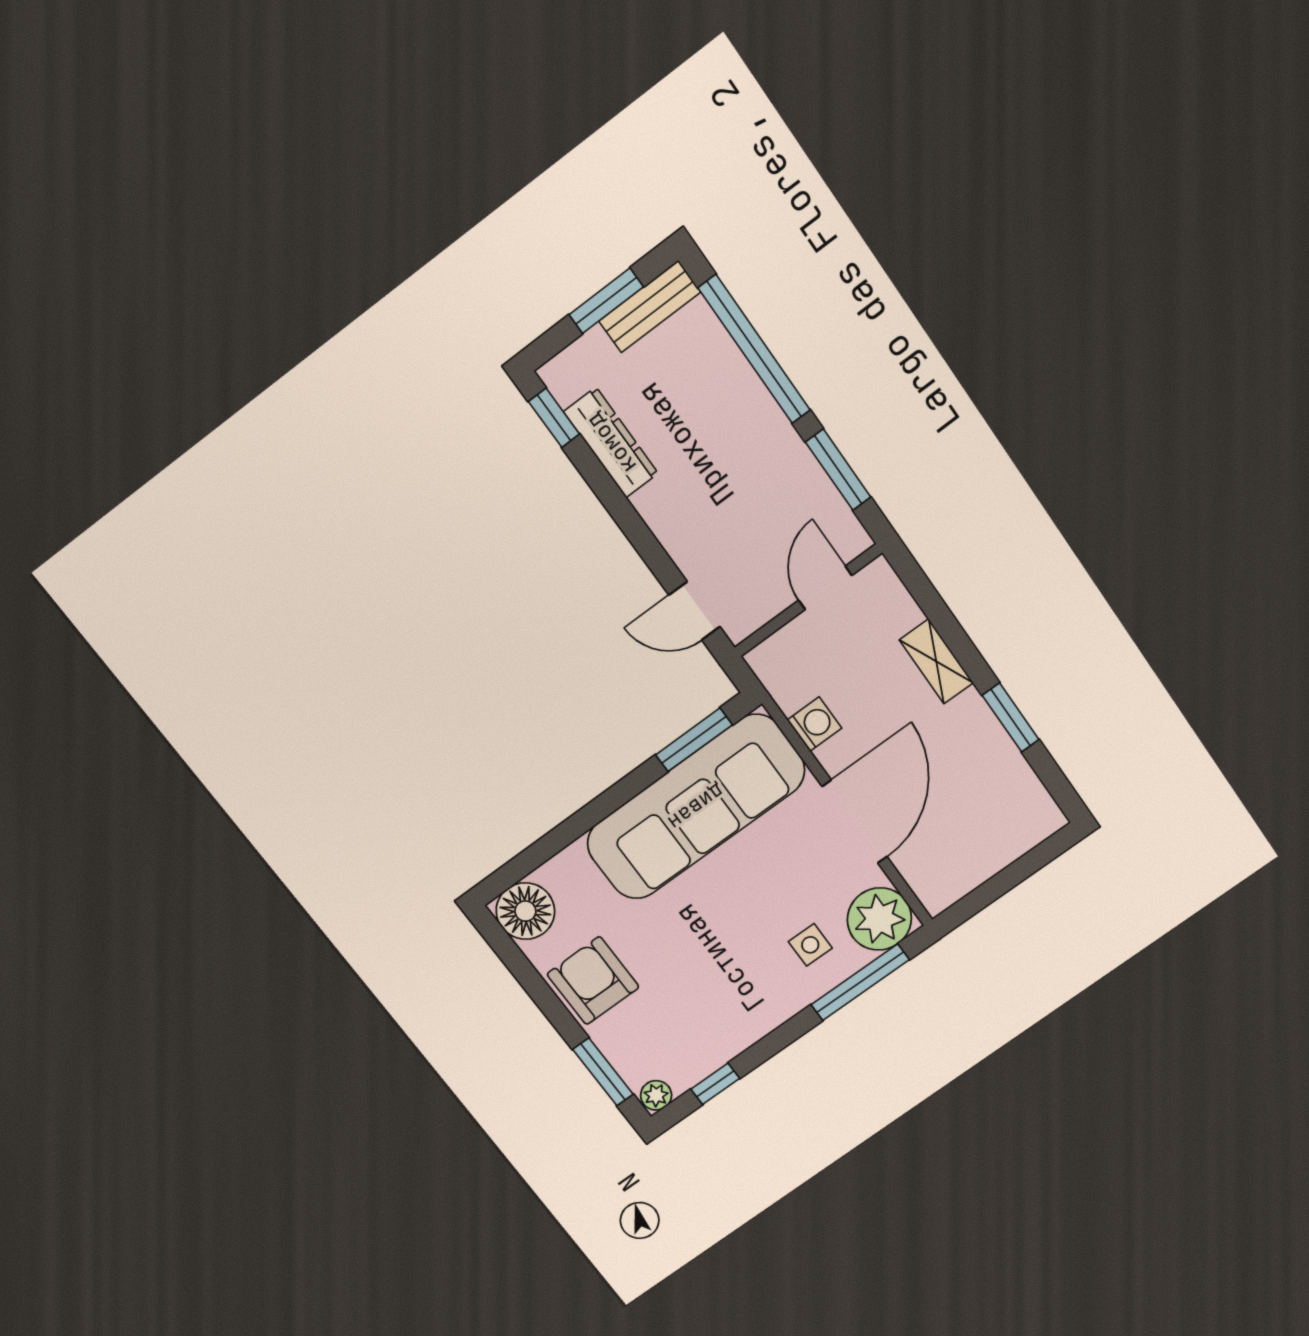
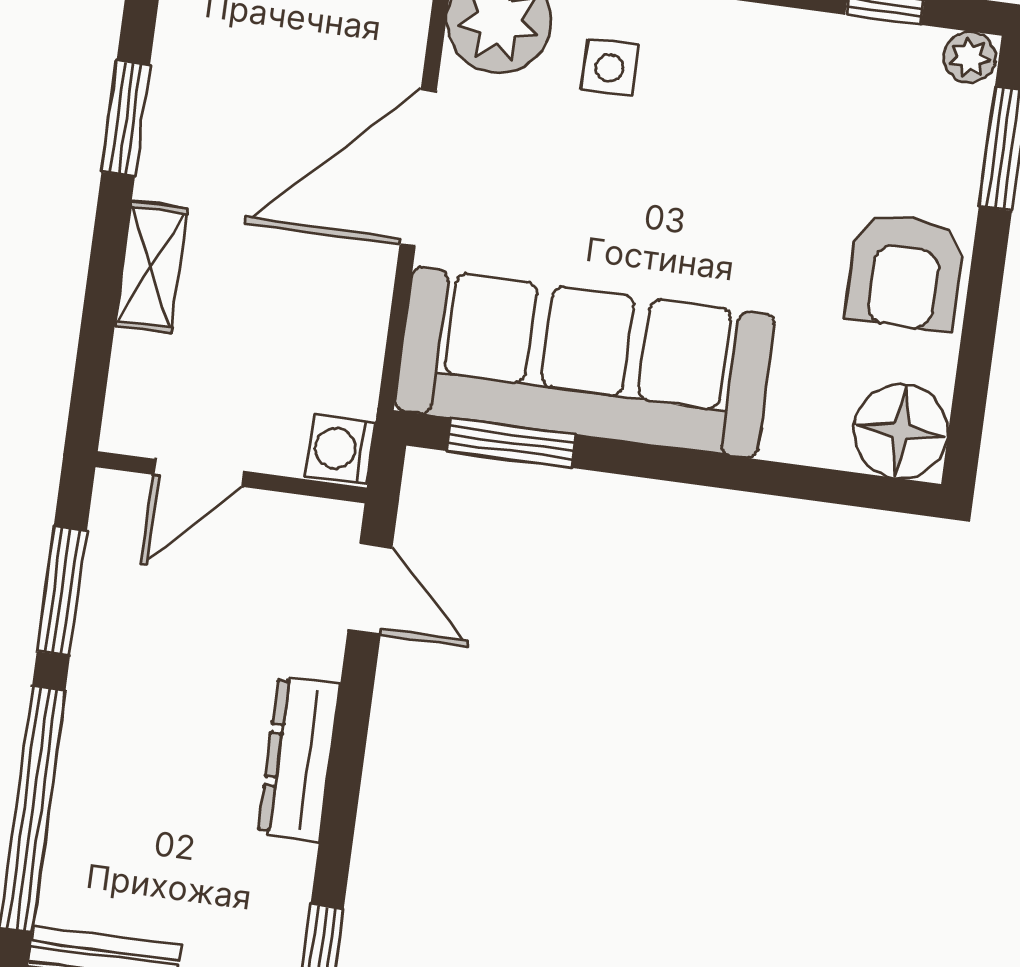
dresser: (611, 443) -> (299, 758), moved
washing machine: (815, 724) -> (341, 449), moved

